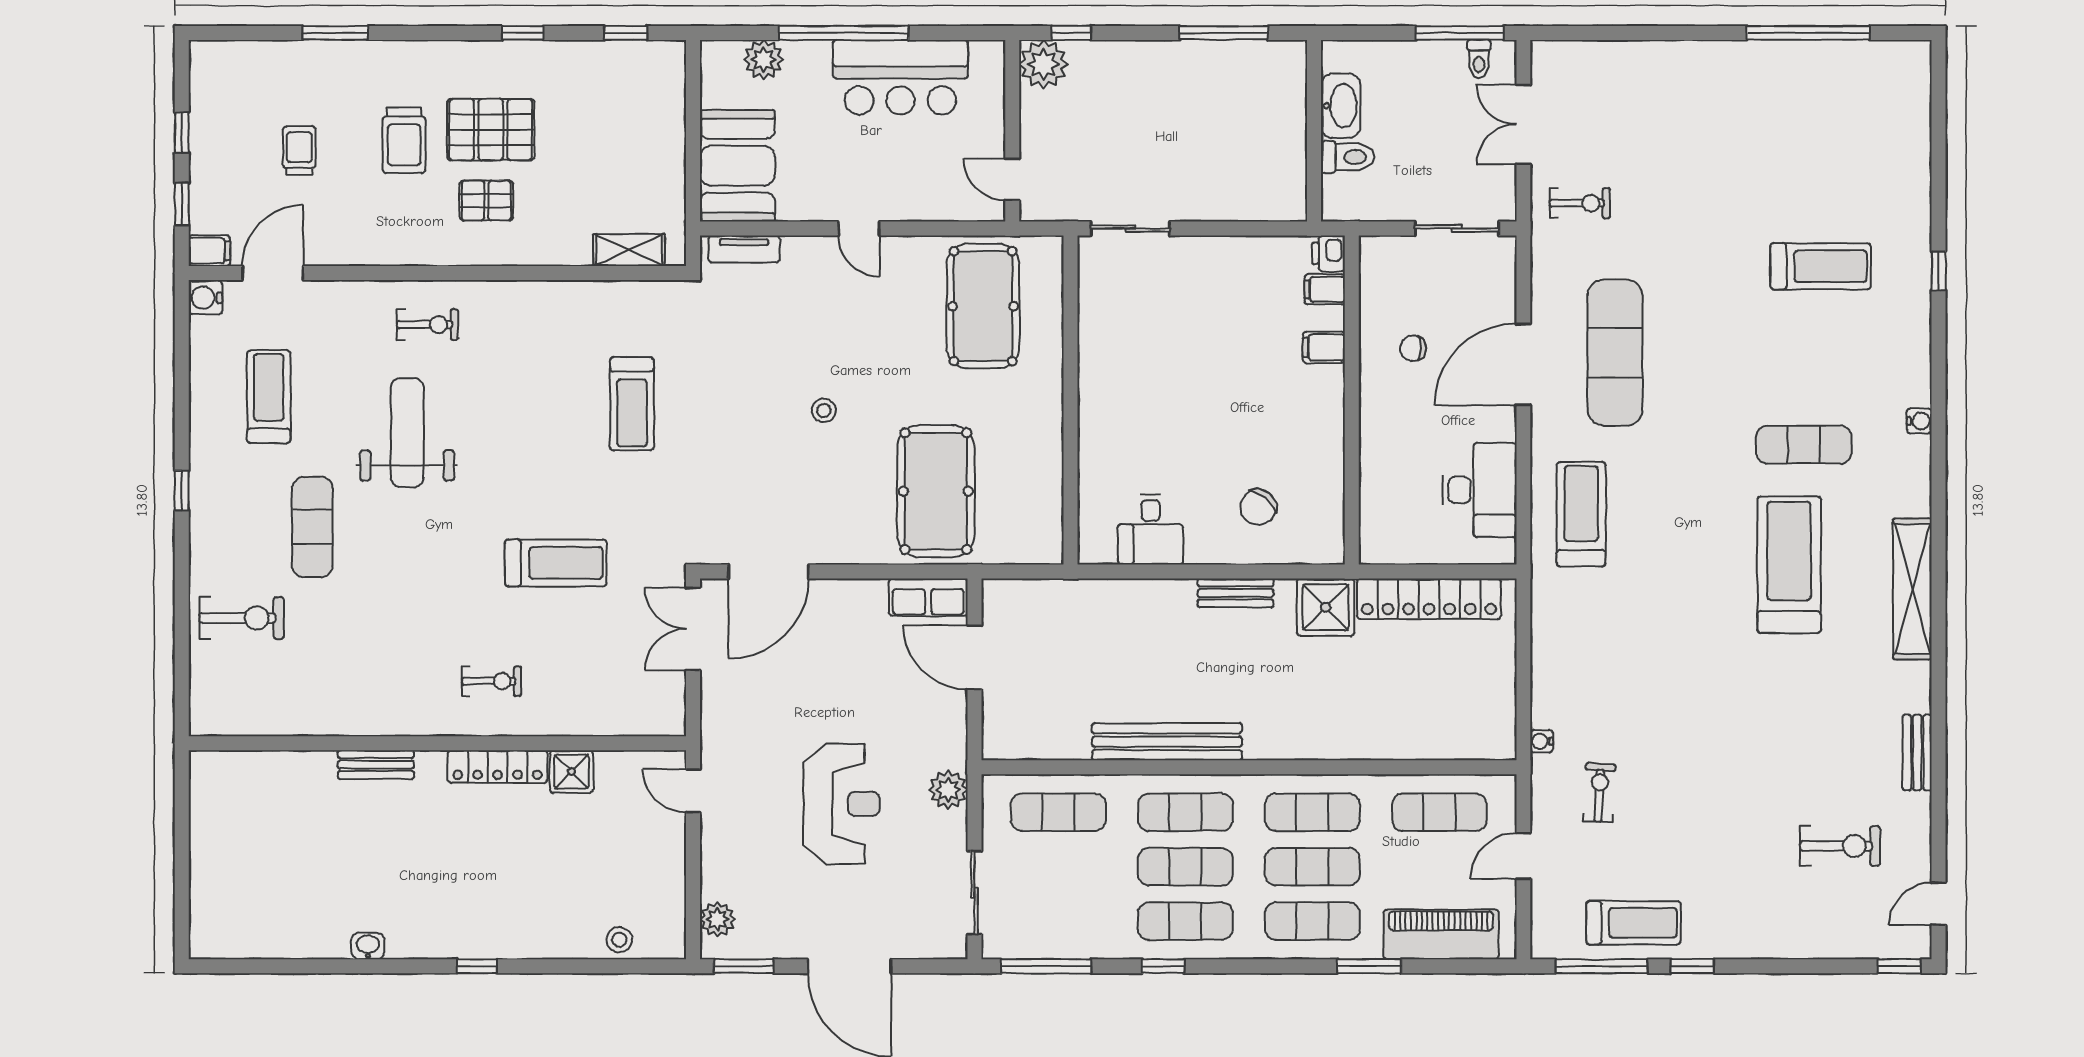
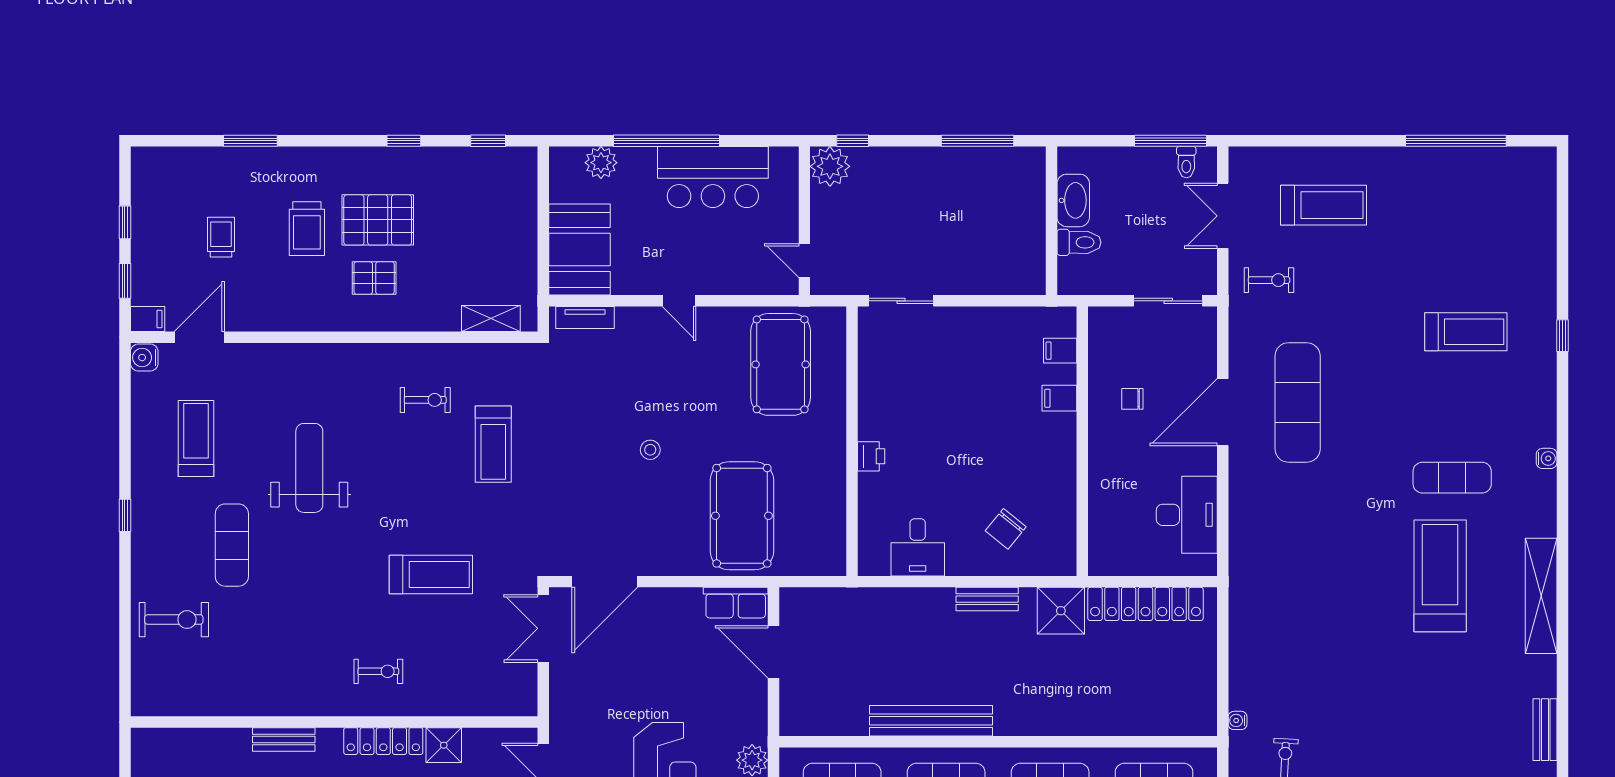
printer: (1329, 253) -> (871, 456), moved, turned 180
exercise bike: (428, 325) -> (425, 400), moved
treadmill: (1581, 514) -> (1324, 205), moved, turned 90

